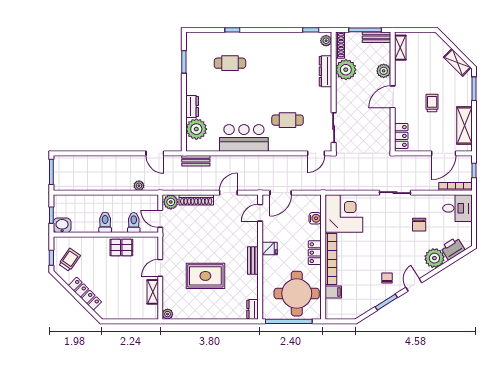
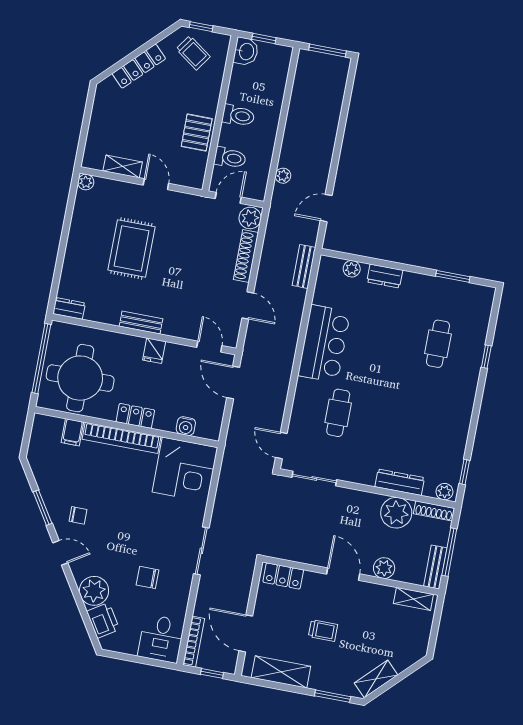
plant: (196, 129) -> (352, 269), width x0.53, depth x0.53

